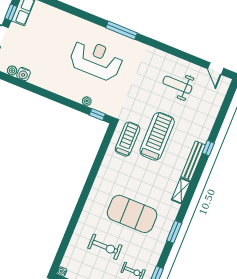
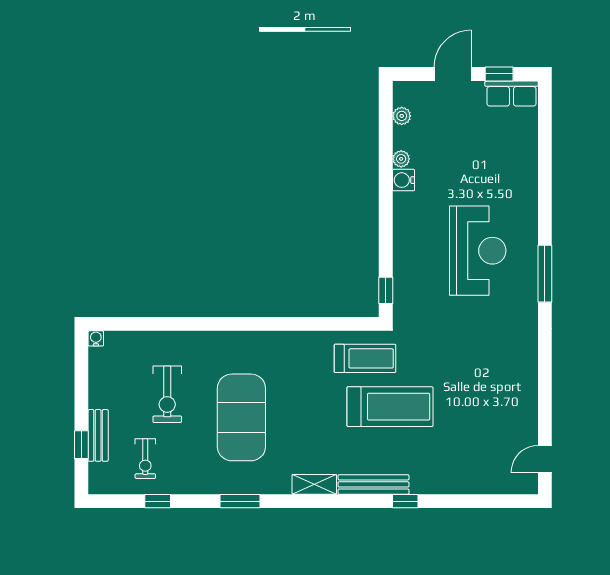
water cooler: (23, 74) -> (403, 180), moved
weight bench: (177, 85) -> (491, 405), removed
plant: (87, 101) -> (401, 159), moved

